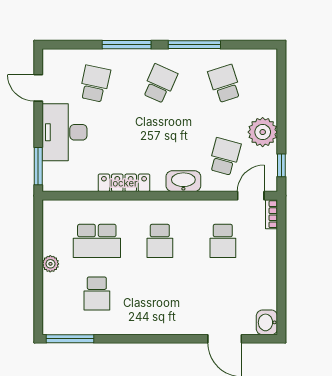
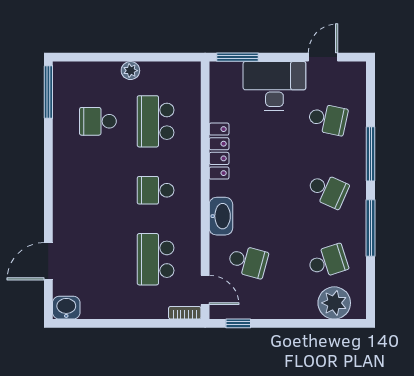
plant: (263, 132) -> (334, 303), moved
school desk: (223, 241) -> (156, 259), width x1.85

